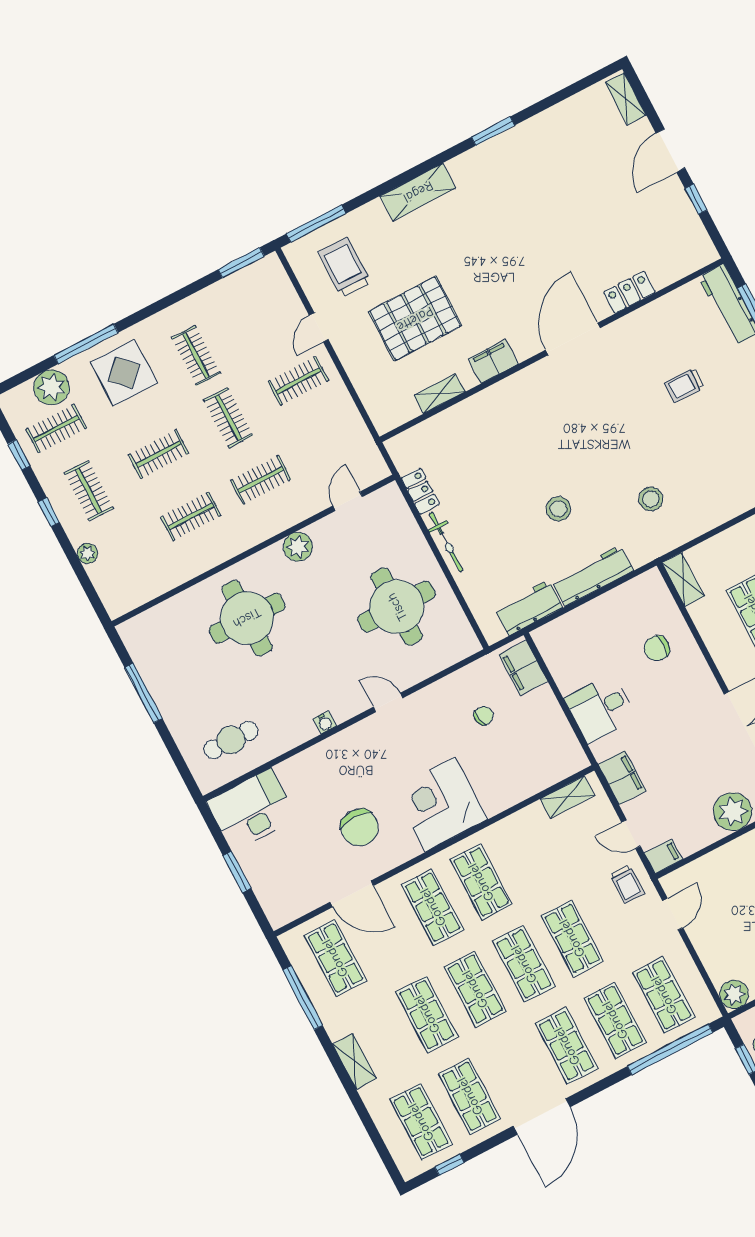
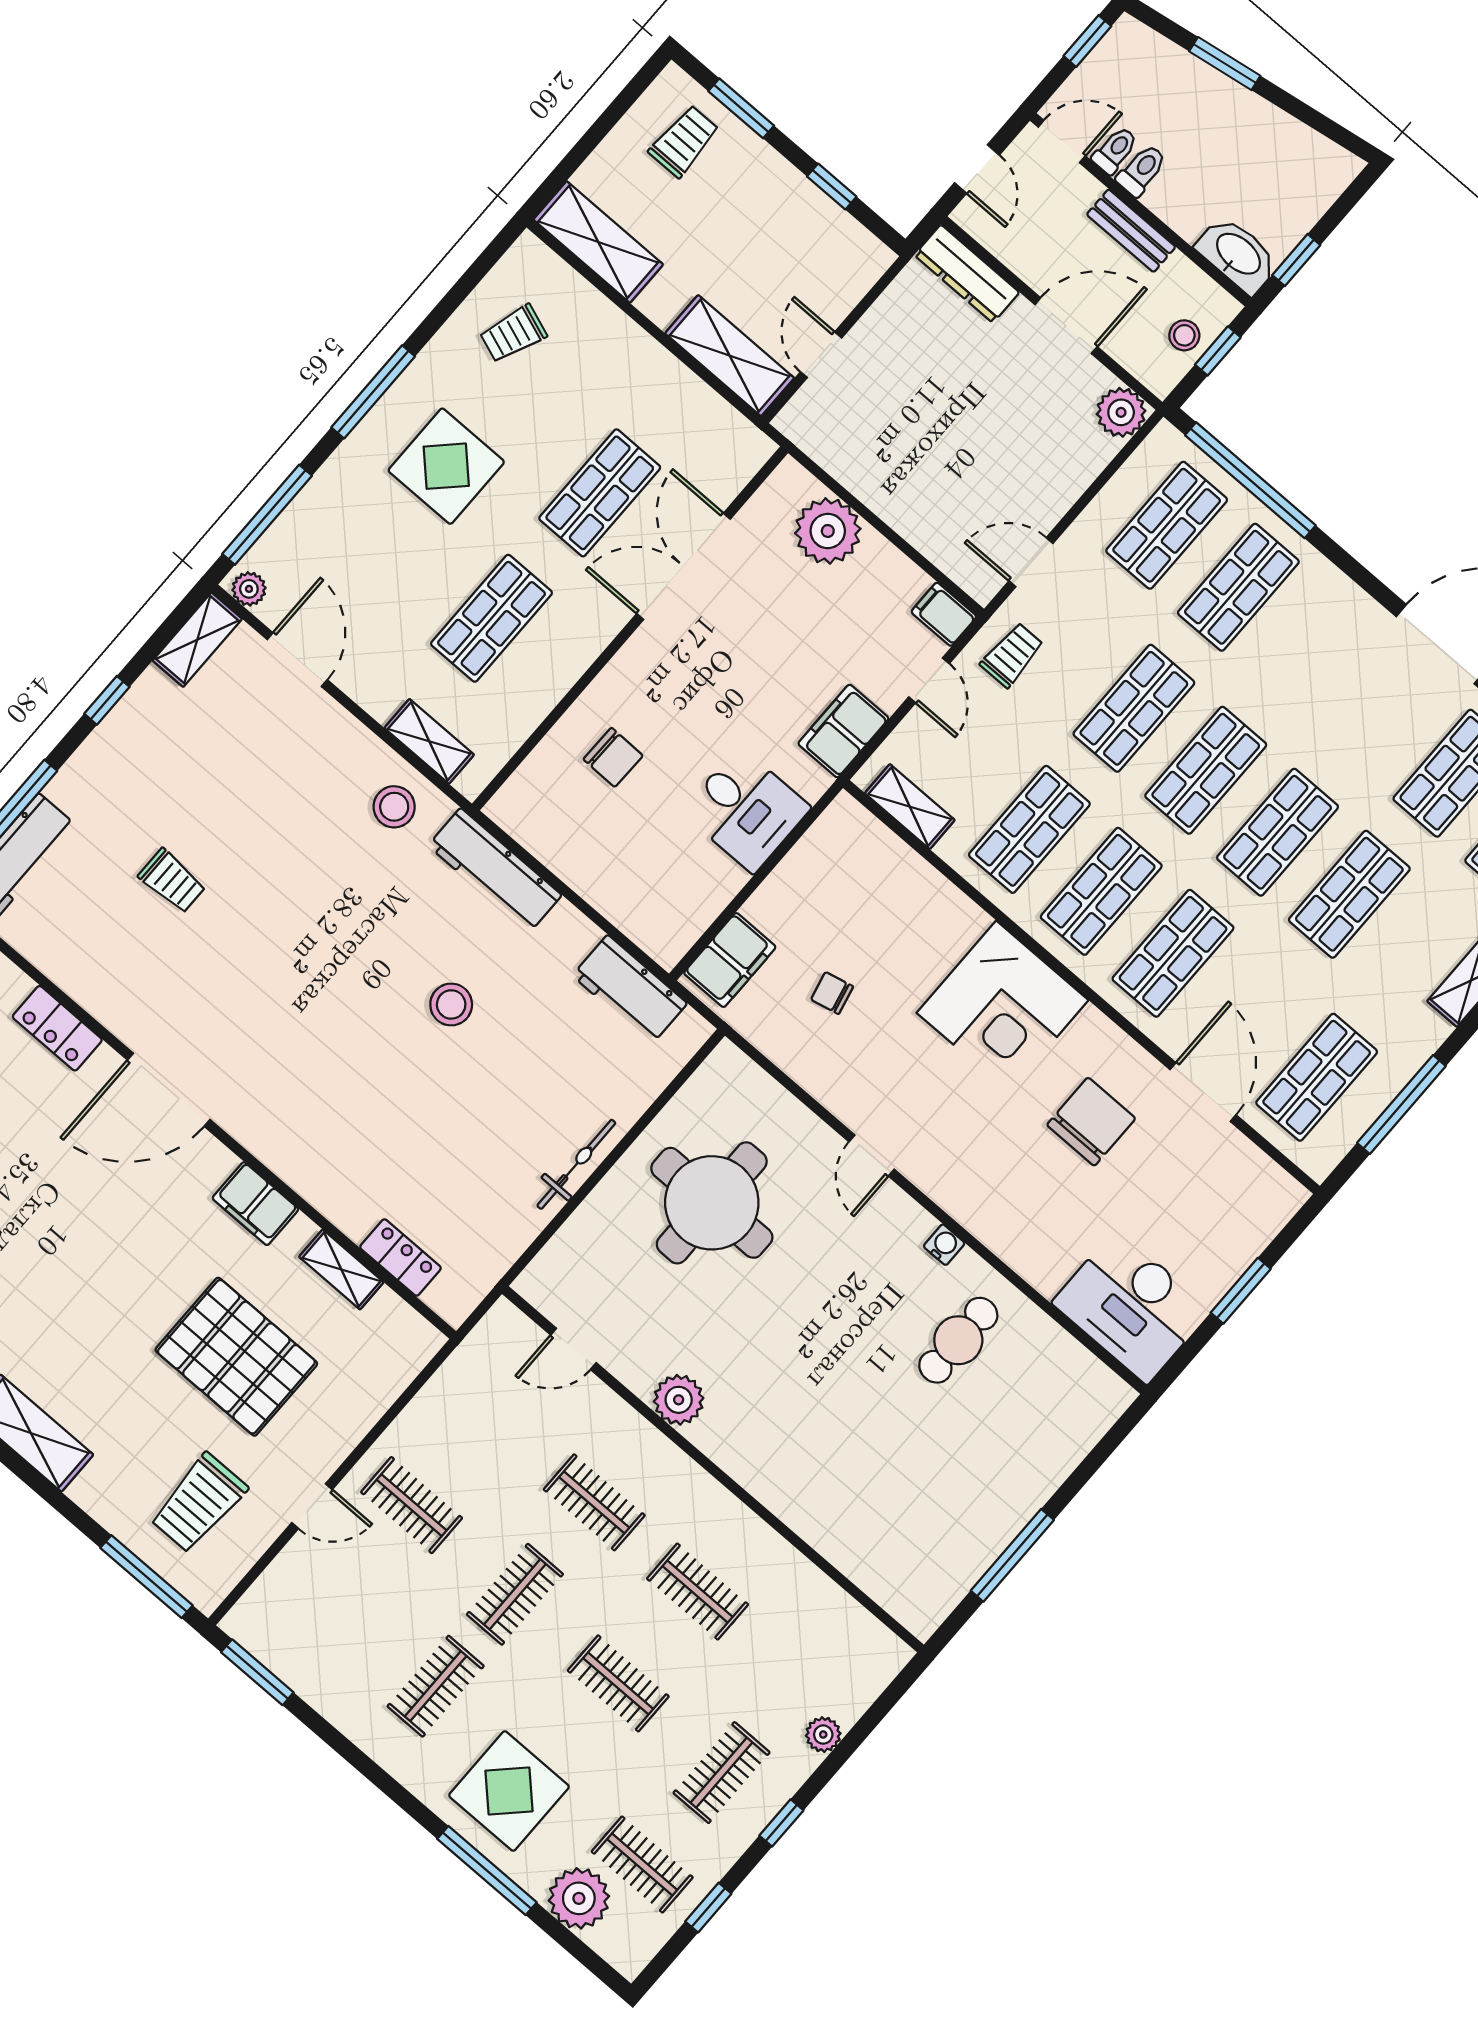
locker: (420, 491) -> (400, 1257), moved, turned 90
stool: (651, 499) -> (394, 807), moved
workbench: (592, 576) -> (495, 870), moved
shelving: (683, 579) -> (429, 741), moved, turned 90
round table: (247, 618) -> (826, 1436), removed
cafe table: (231, 740) -> (958, 1340), moved, turned 90
shop shelf: (567, 1046) -> (1029, 829), moved

